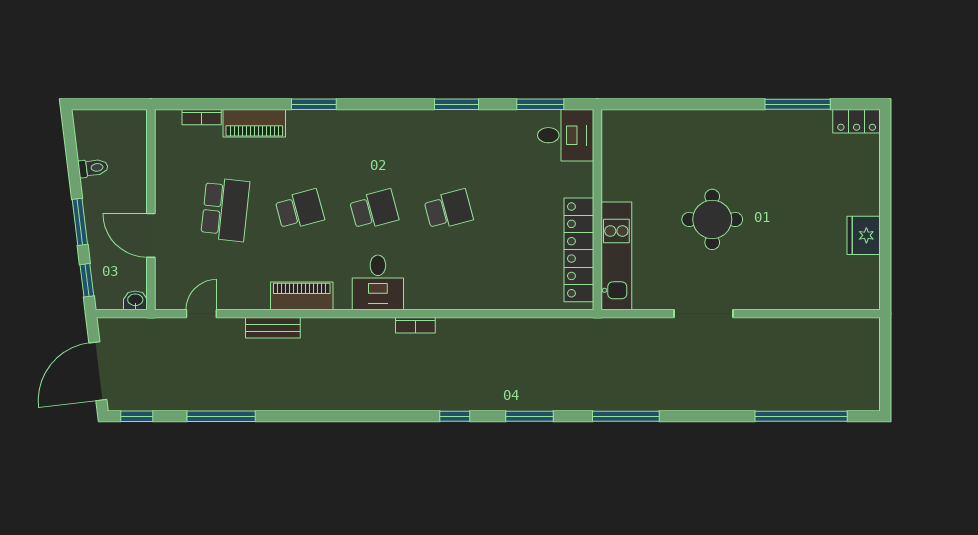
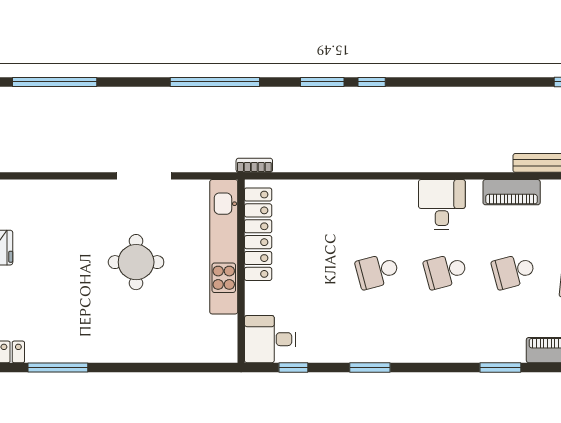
window: (540, 104) -> (293, 367), width x0.67
kitchen unit: (616, 256) -> (224, 247), width x1.36
bookcase: (415, 325) -> (254, 165), moved
window: (530, 416) -> (322, 82), moved
window: (626, 416) -> (215, 82), width x1.46

